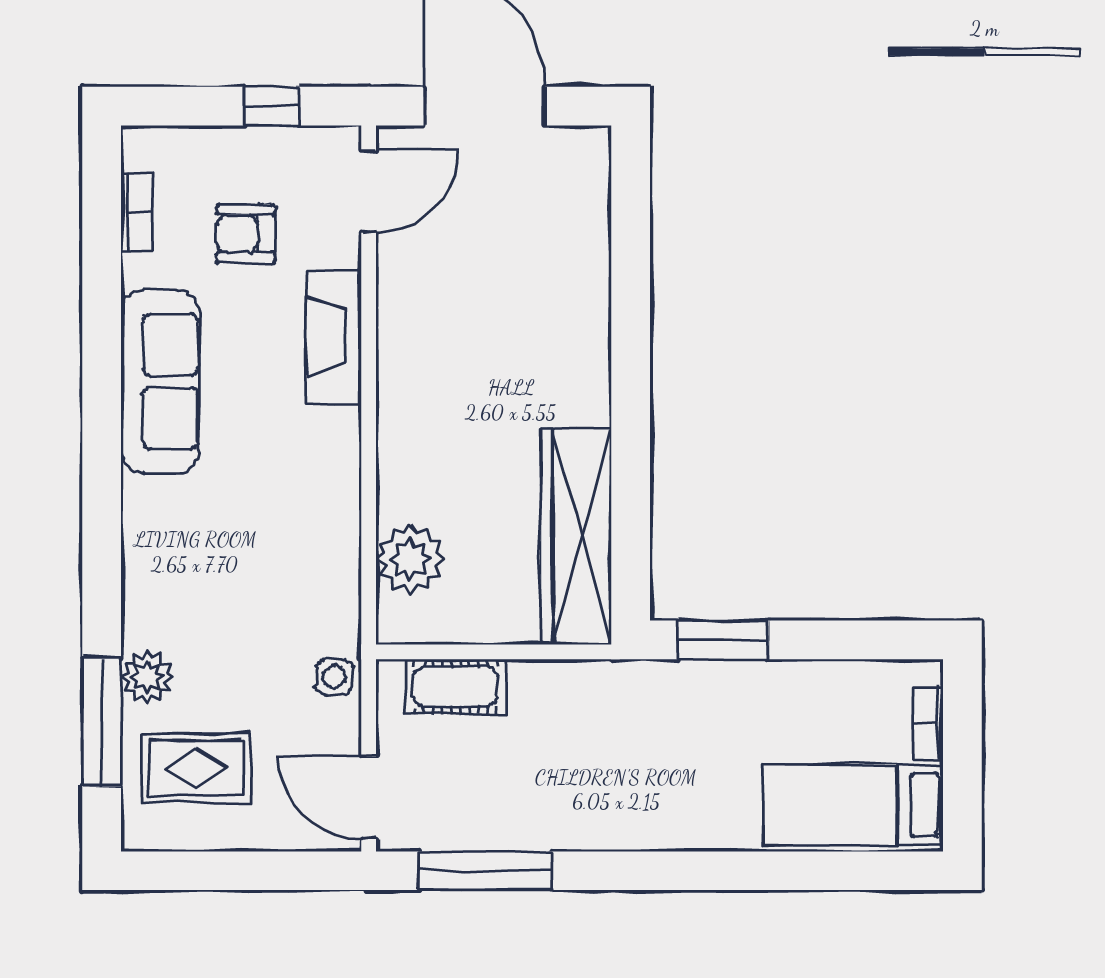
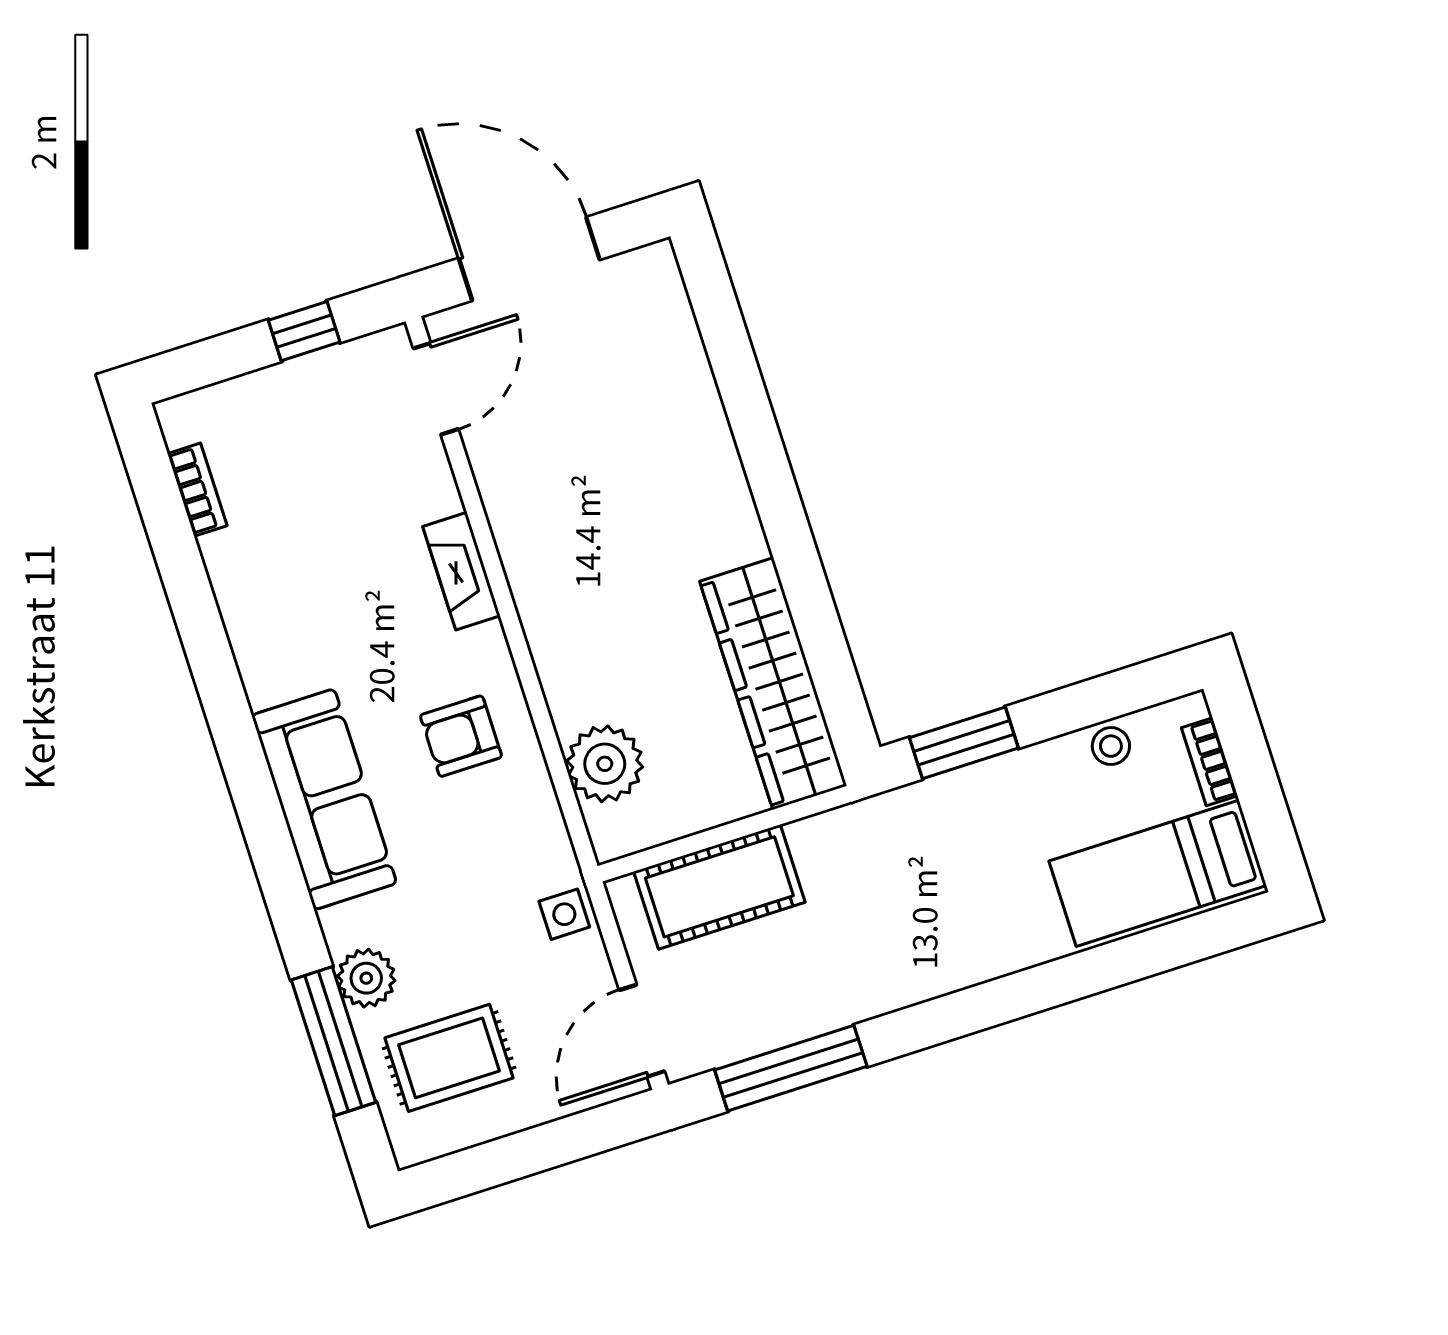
armchair: (246, 234) -> (461, 736), moved
fireplace: (334, 337) -> (461, 571), width x0.73, depth x0.76
sofa: (160, 382) -> (324, 799), moved
stool: (848, 683) -> (1111, 746), added
cot: (456, 687) -> (719, 887), width x1.37, depth x1.34
door: (369, 798) -> (642, 1031), hinge flipped

